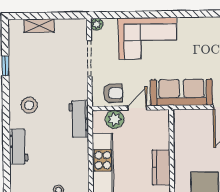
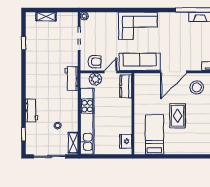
corner sofa: (148, 38) -> (138, 26), moved
stool: (29, 105) -> (39, 69), removed
workbench: (18, 147) -> (31, 110), moved
kitchen counter: (161, 167) -> (126, 86), moved

